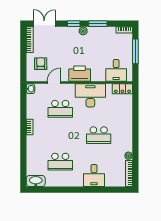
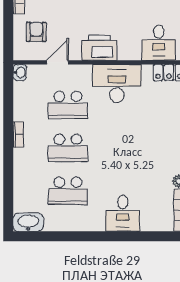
school desk: (99, 135) -> (68, 148), moved

